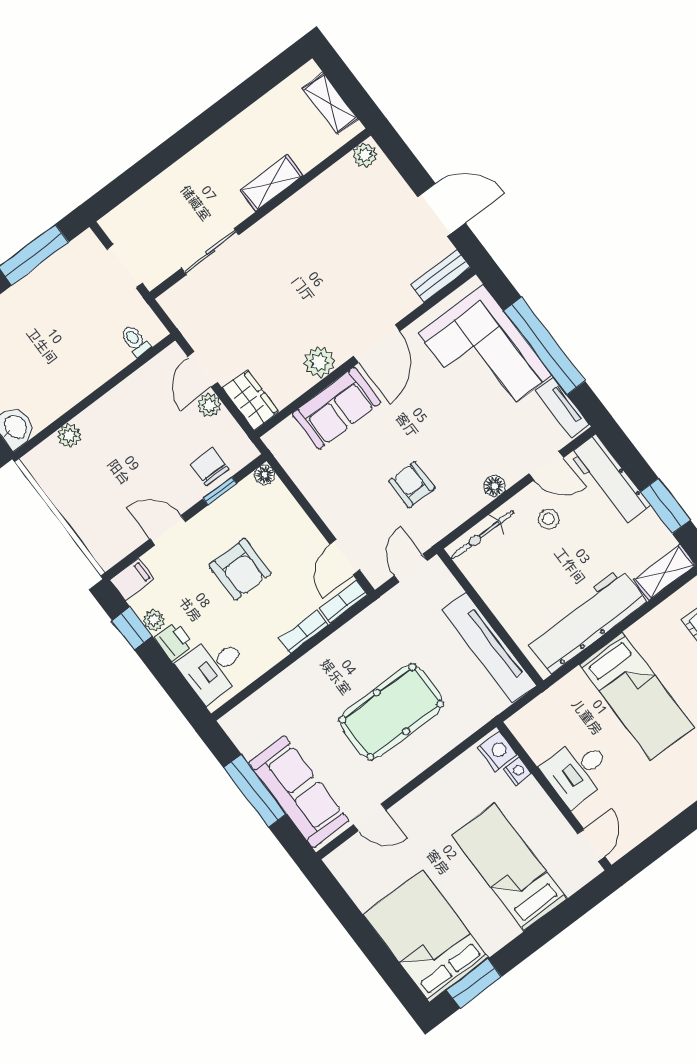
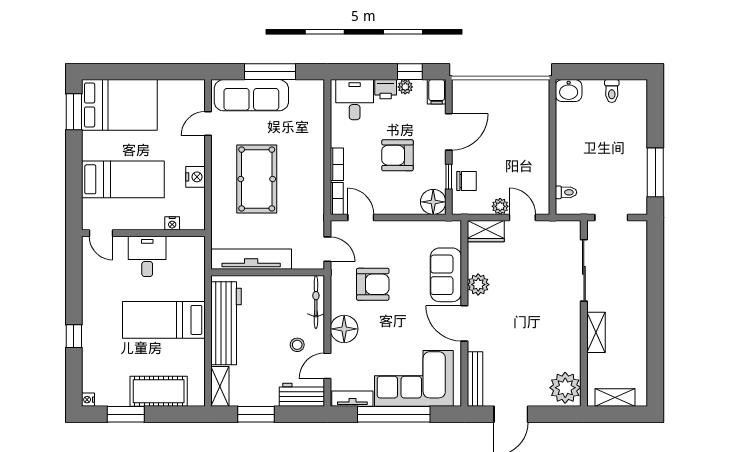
plant: (365, 155) -> (565, 388), width x1.88, depth x1.88
sliding door: (210, 252) -> (584, 270), width x1.37
bench: (440, 276) -> (475, 379), width x1.36
plant: (69, 436) -> (541, 117), removed
floor lamp: (265, 475) -> (433, 202), width x1.89, depth x1.89
workbench: (610, 480) -> (302, 395), width x0.73
armchair: (412, 485) -> (373, 284), width x1.38, depth x1.38
floor lamp: (495, 486) -> (344, 329), width x1.89, depth x1.89
door: (168, 530) -> (449, 132), width x1.38
nightstand: (497, 751) -> (195, 177), moved, turned -90

